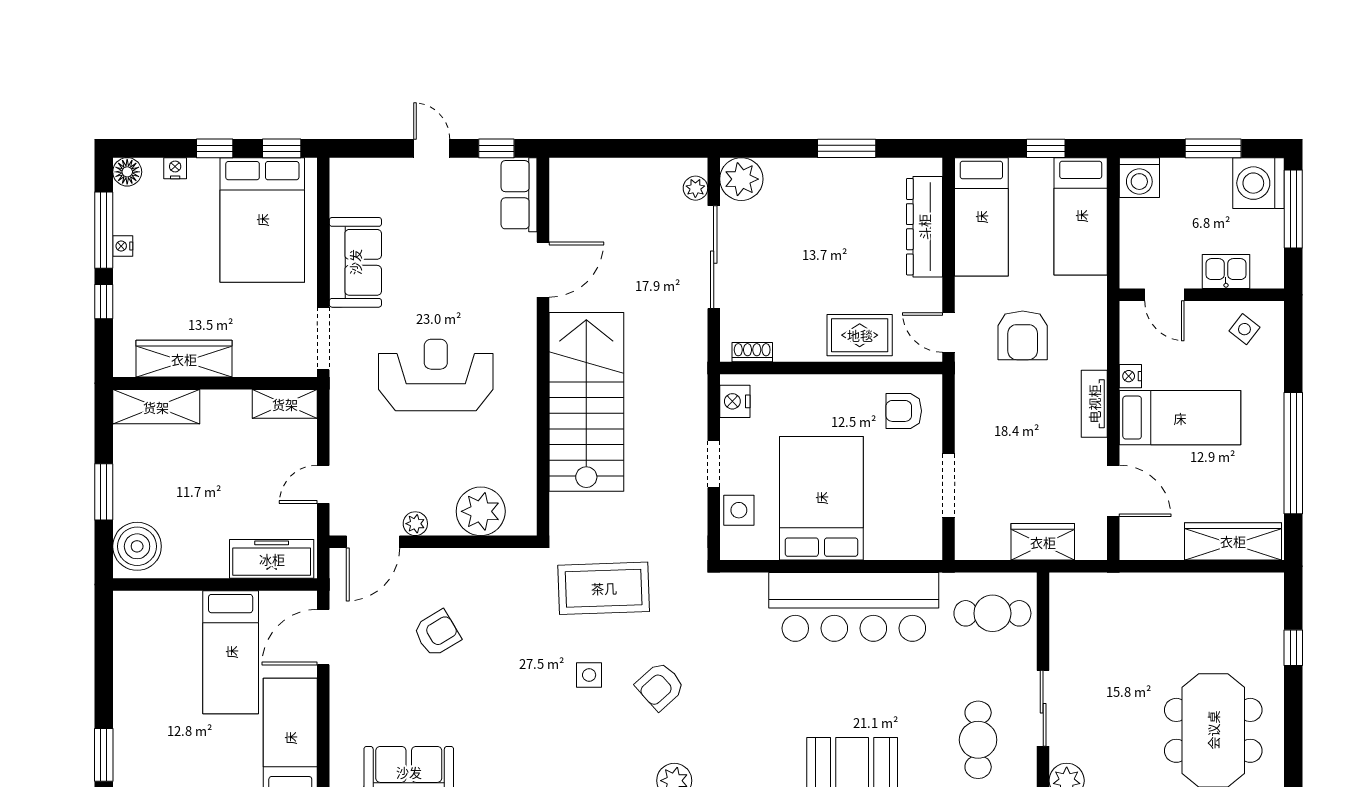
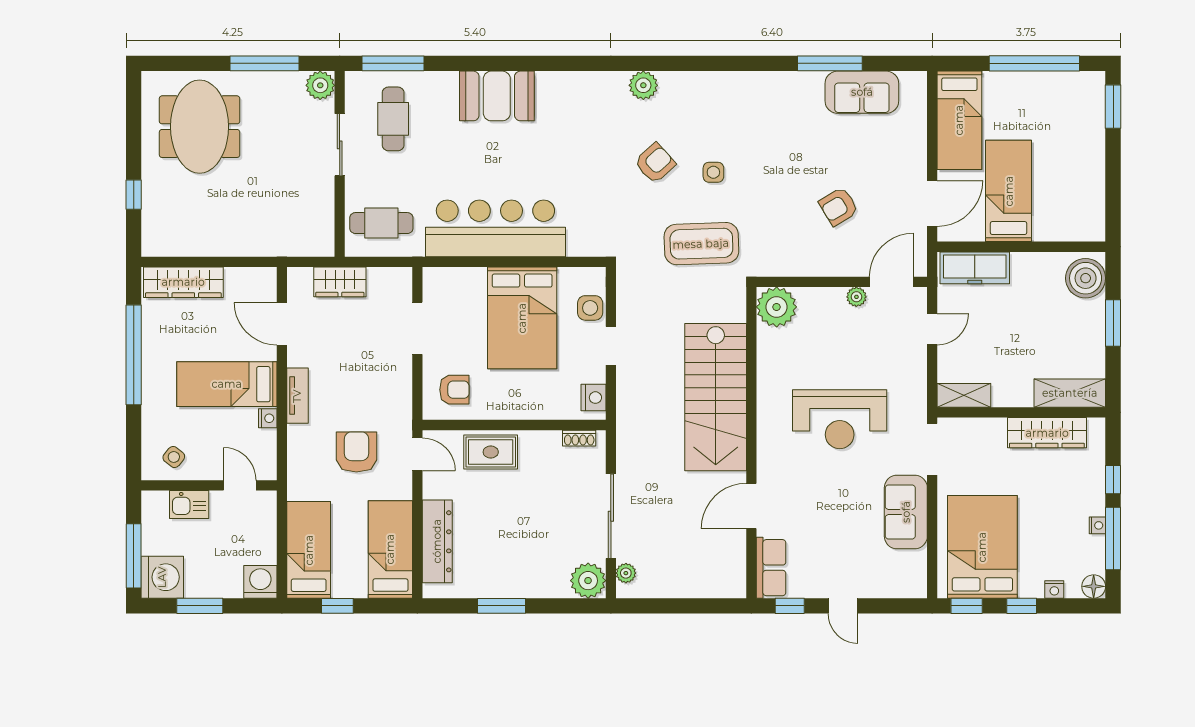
plant: (481, 511) -> (777, 307), moved

